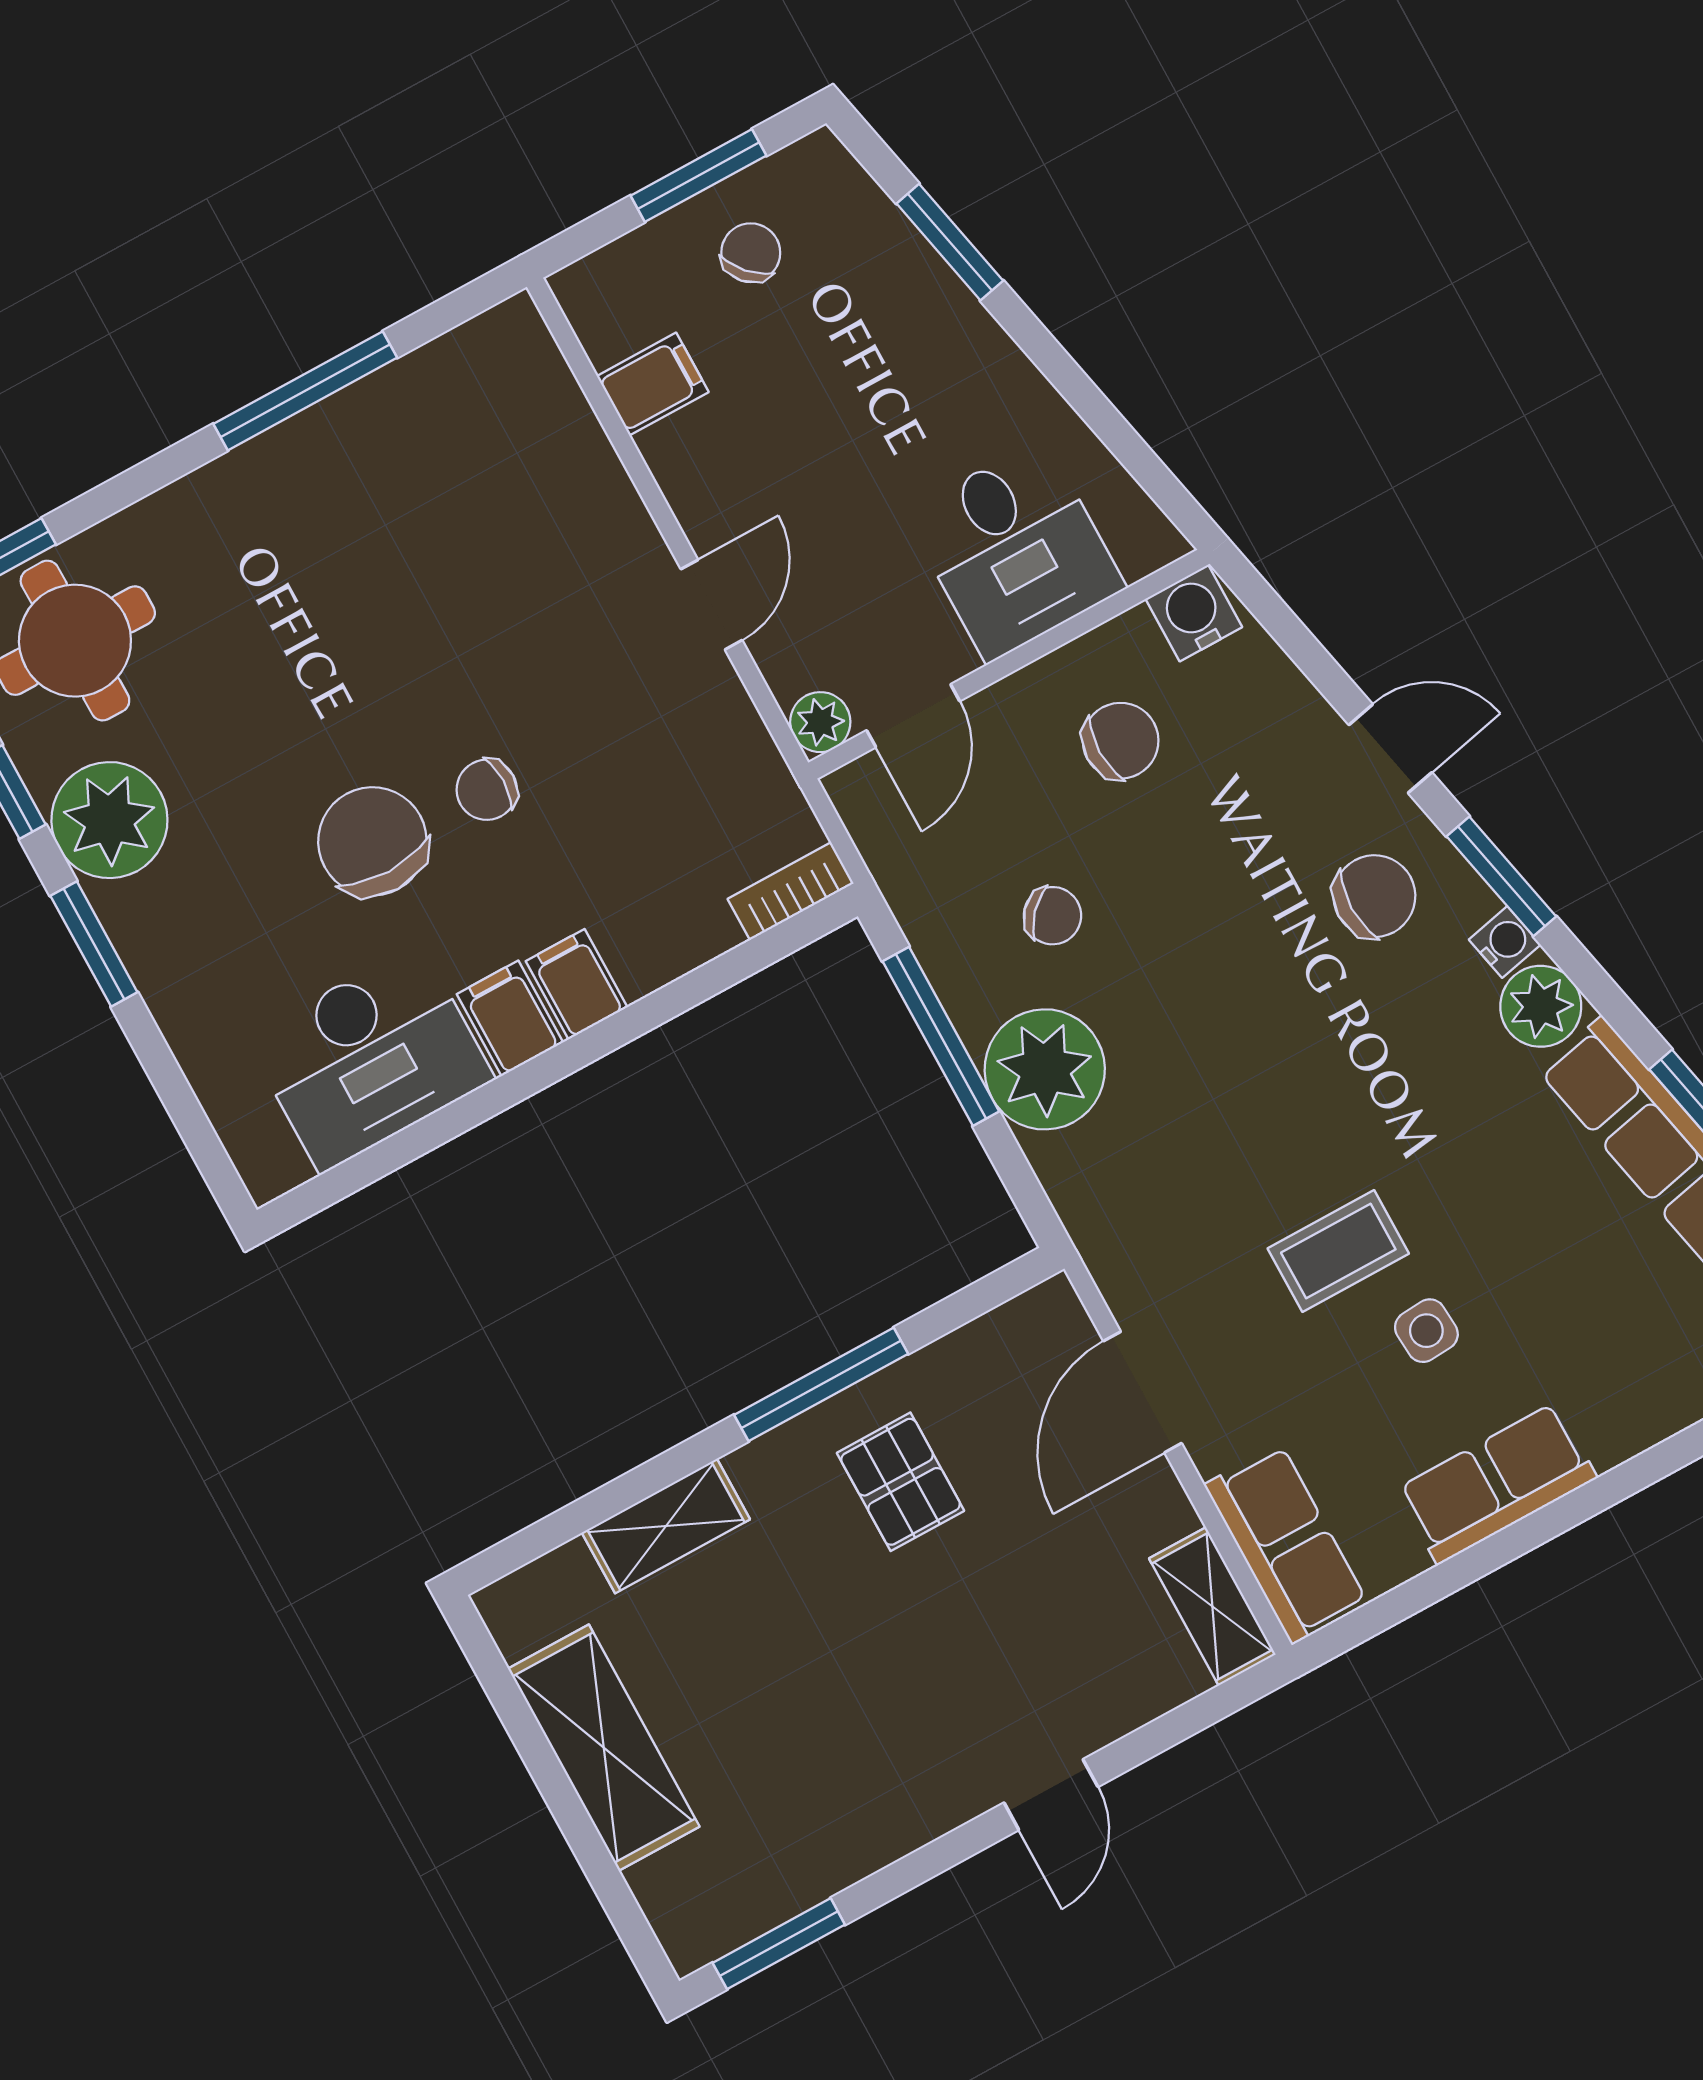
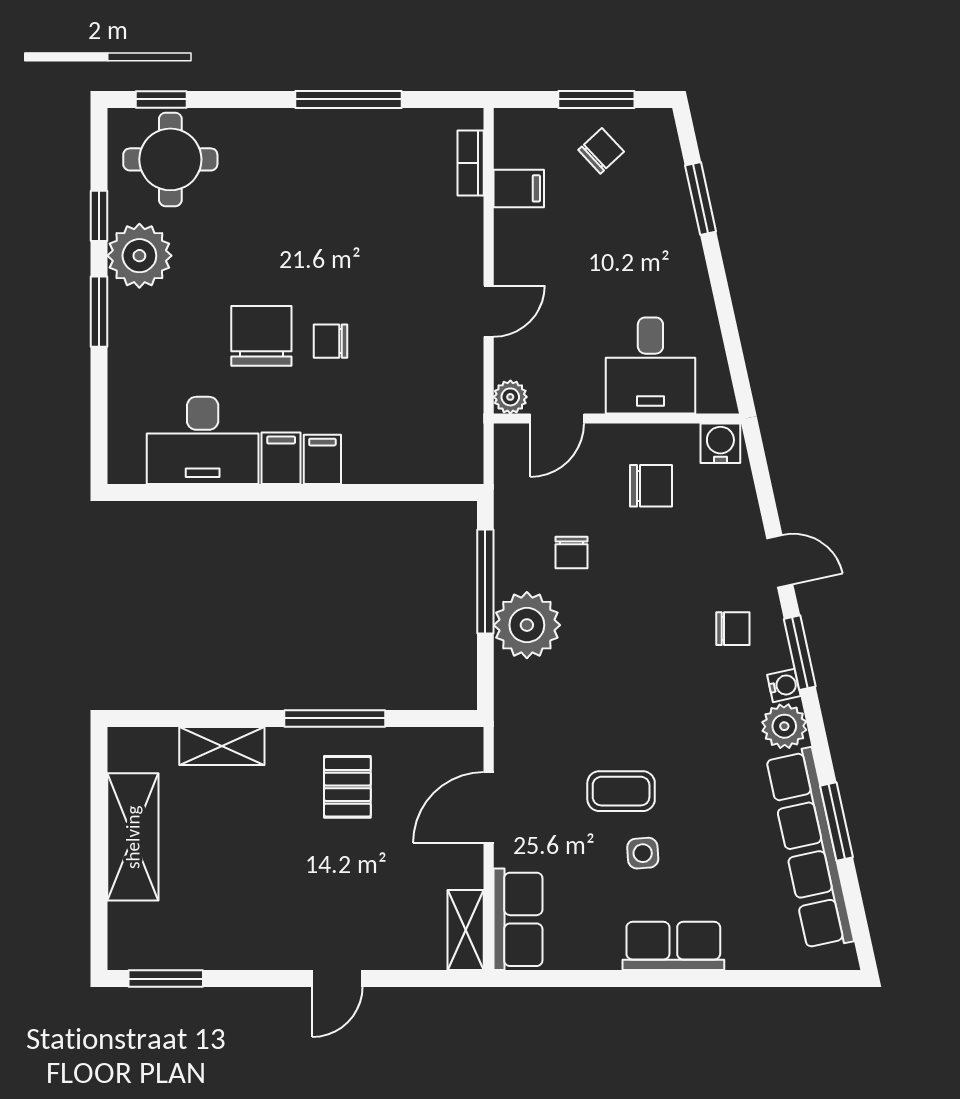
bookcase: (791, 891) -> (471, 163), moved, turned -90
chair: (1374, 896) -> (733, 629), width x0.73, depth x0.73
chair: (1052, 916) -> (571, 552), turned 48
row of seats: (1497, 1483) -> (673, 946), moved

